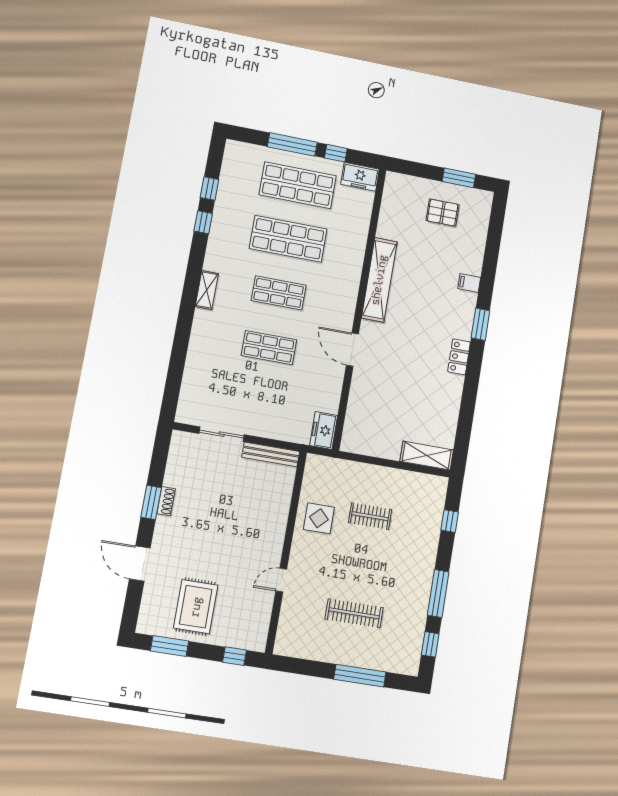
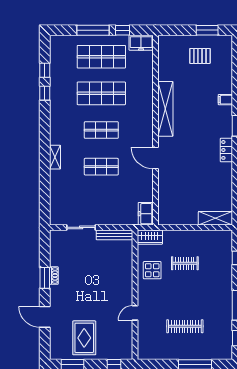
shelving: (207, 290) -> (55, 157), moved
wardrobe: (324, 467) -> (150, 237), added

